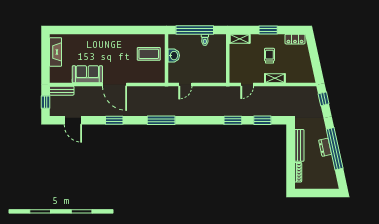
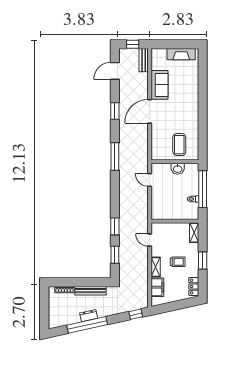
filing cabinet: (296, 76) -> (157, 287), added

